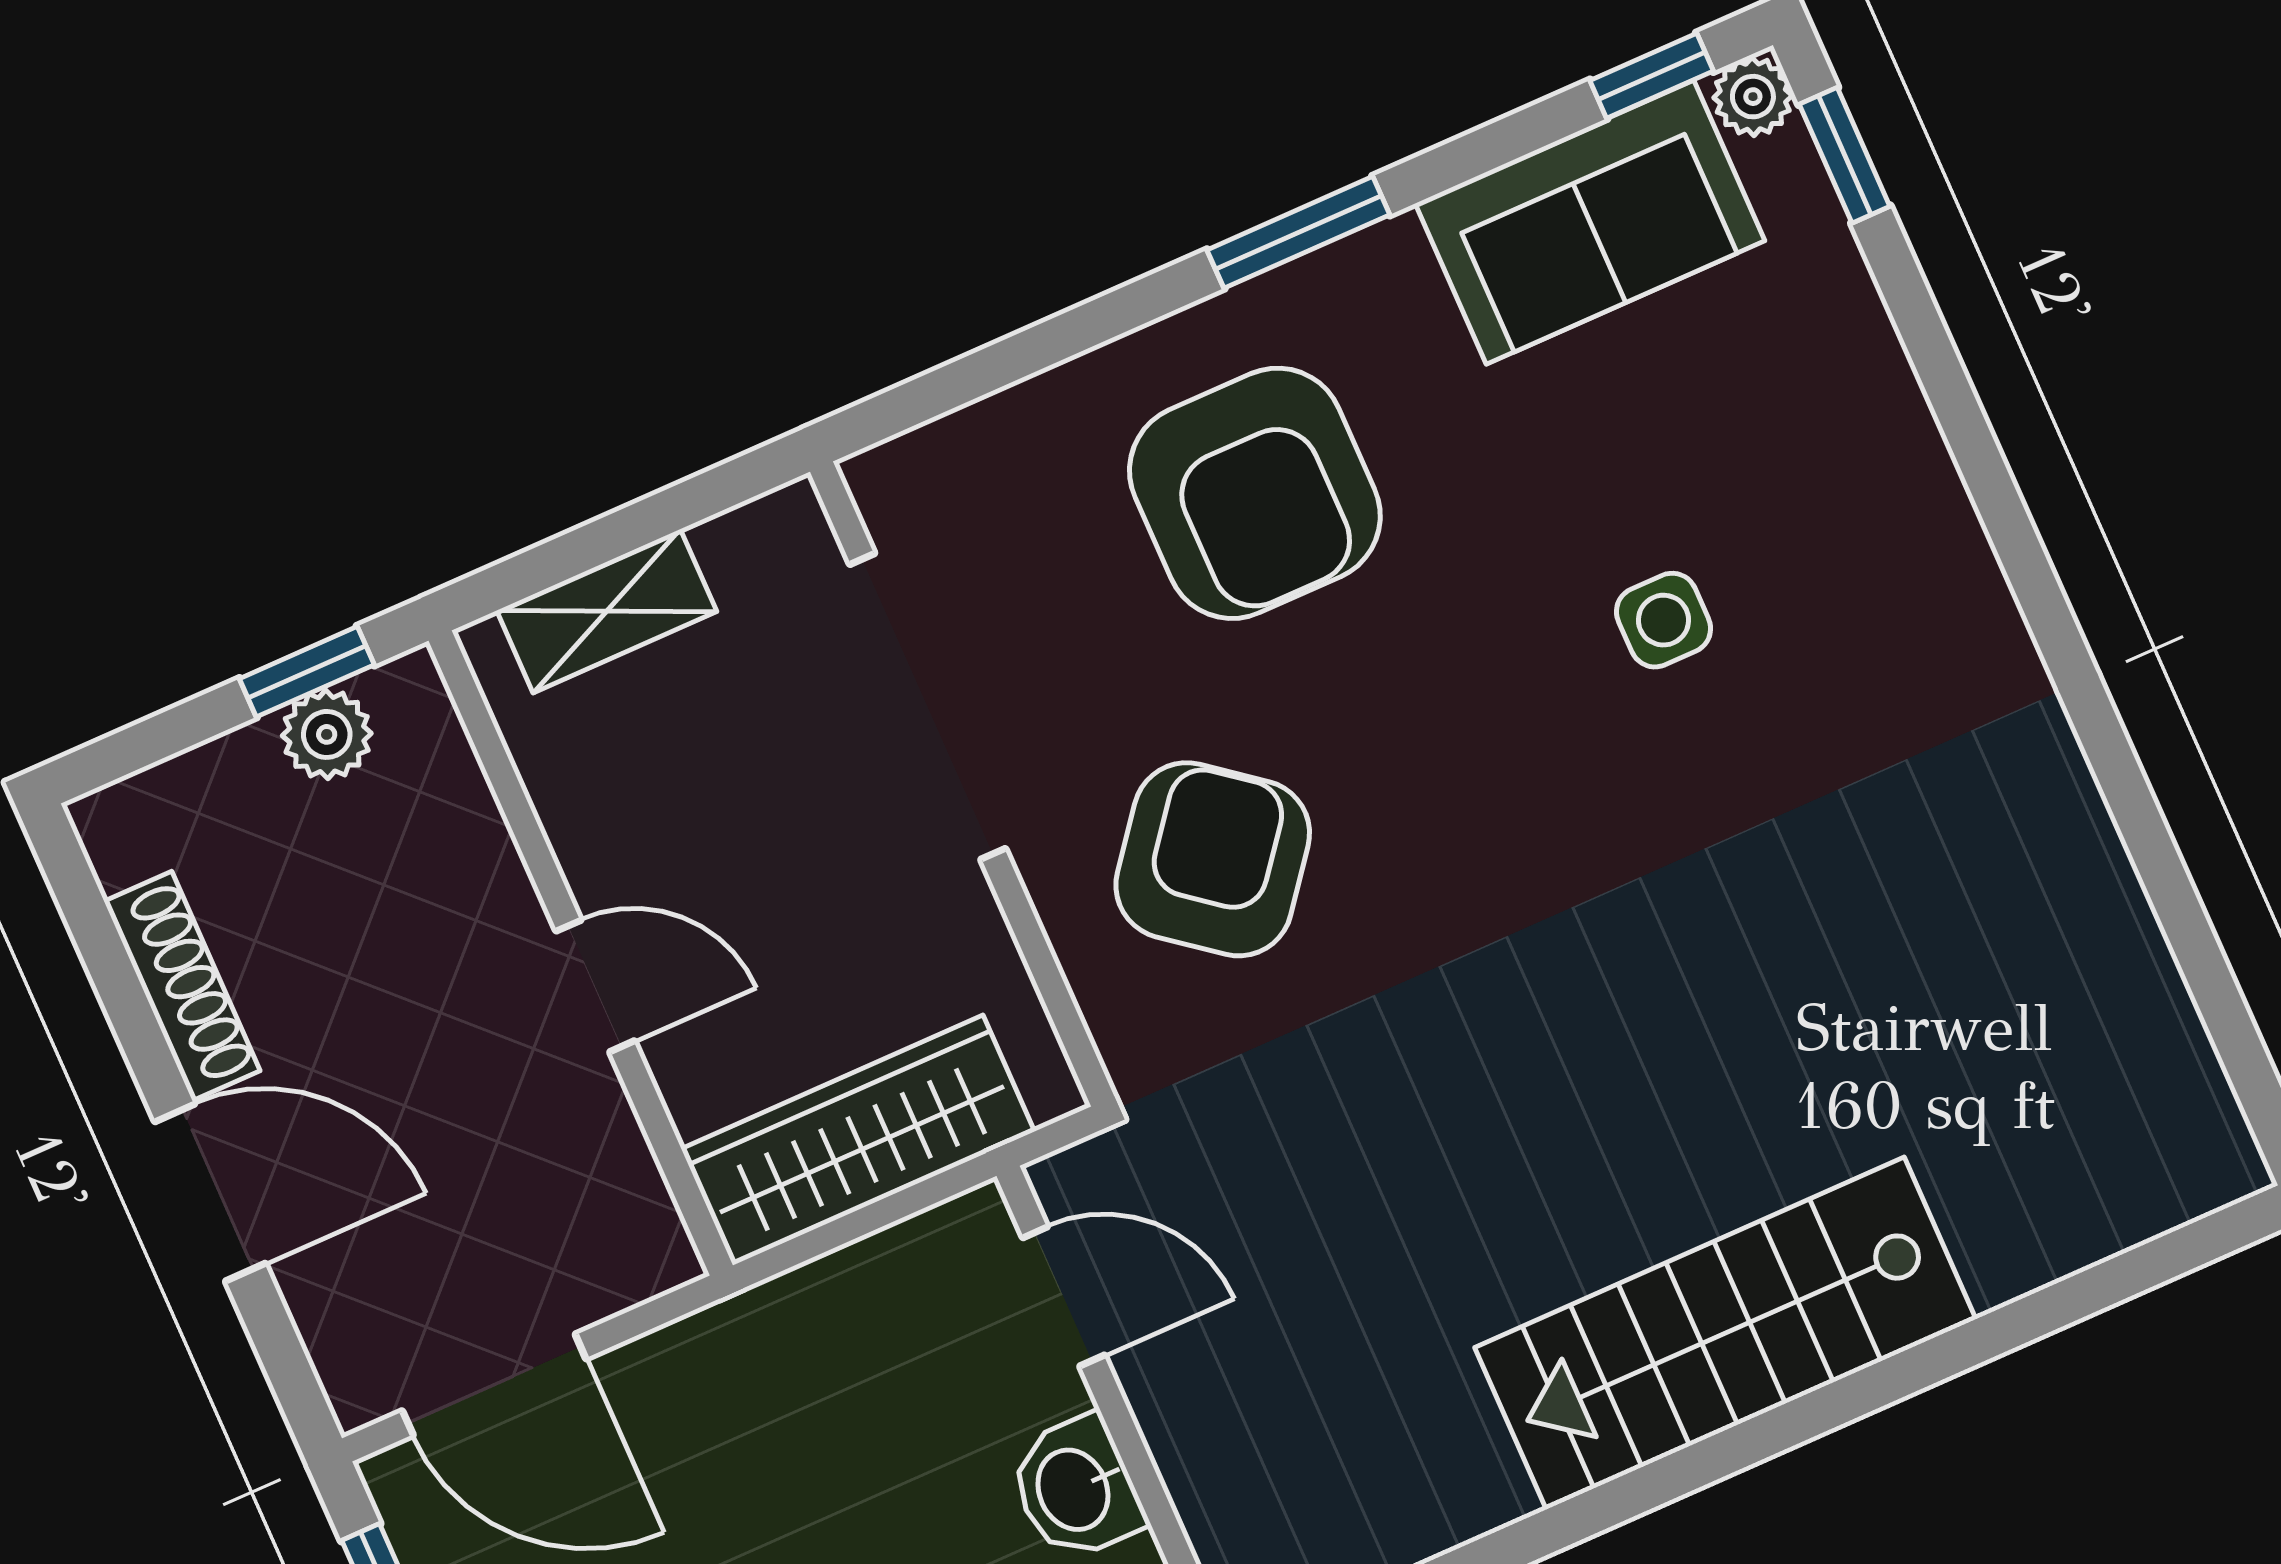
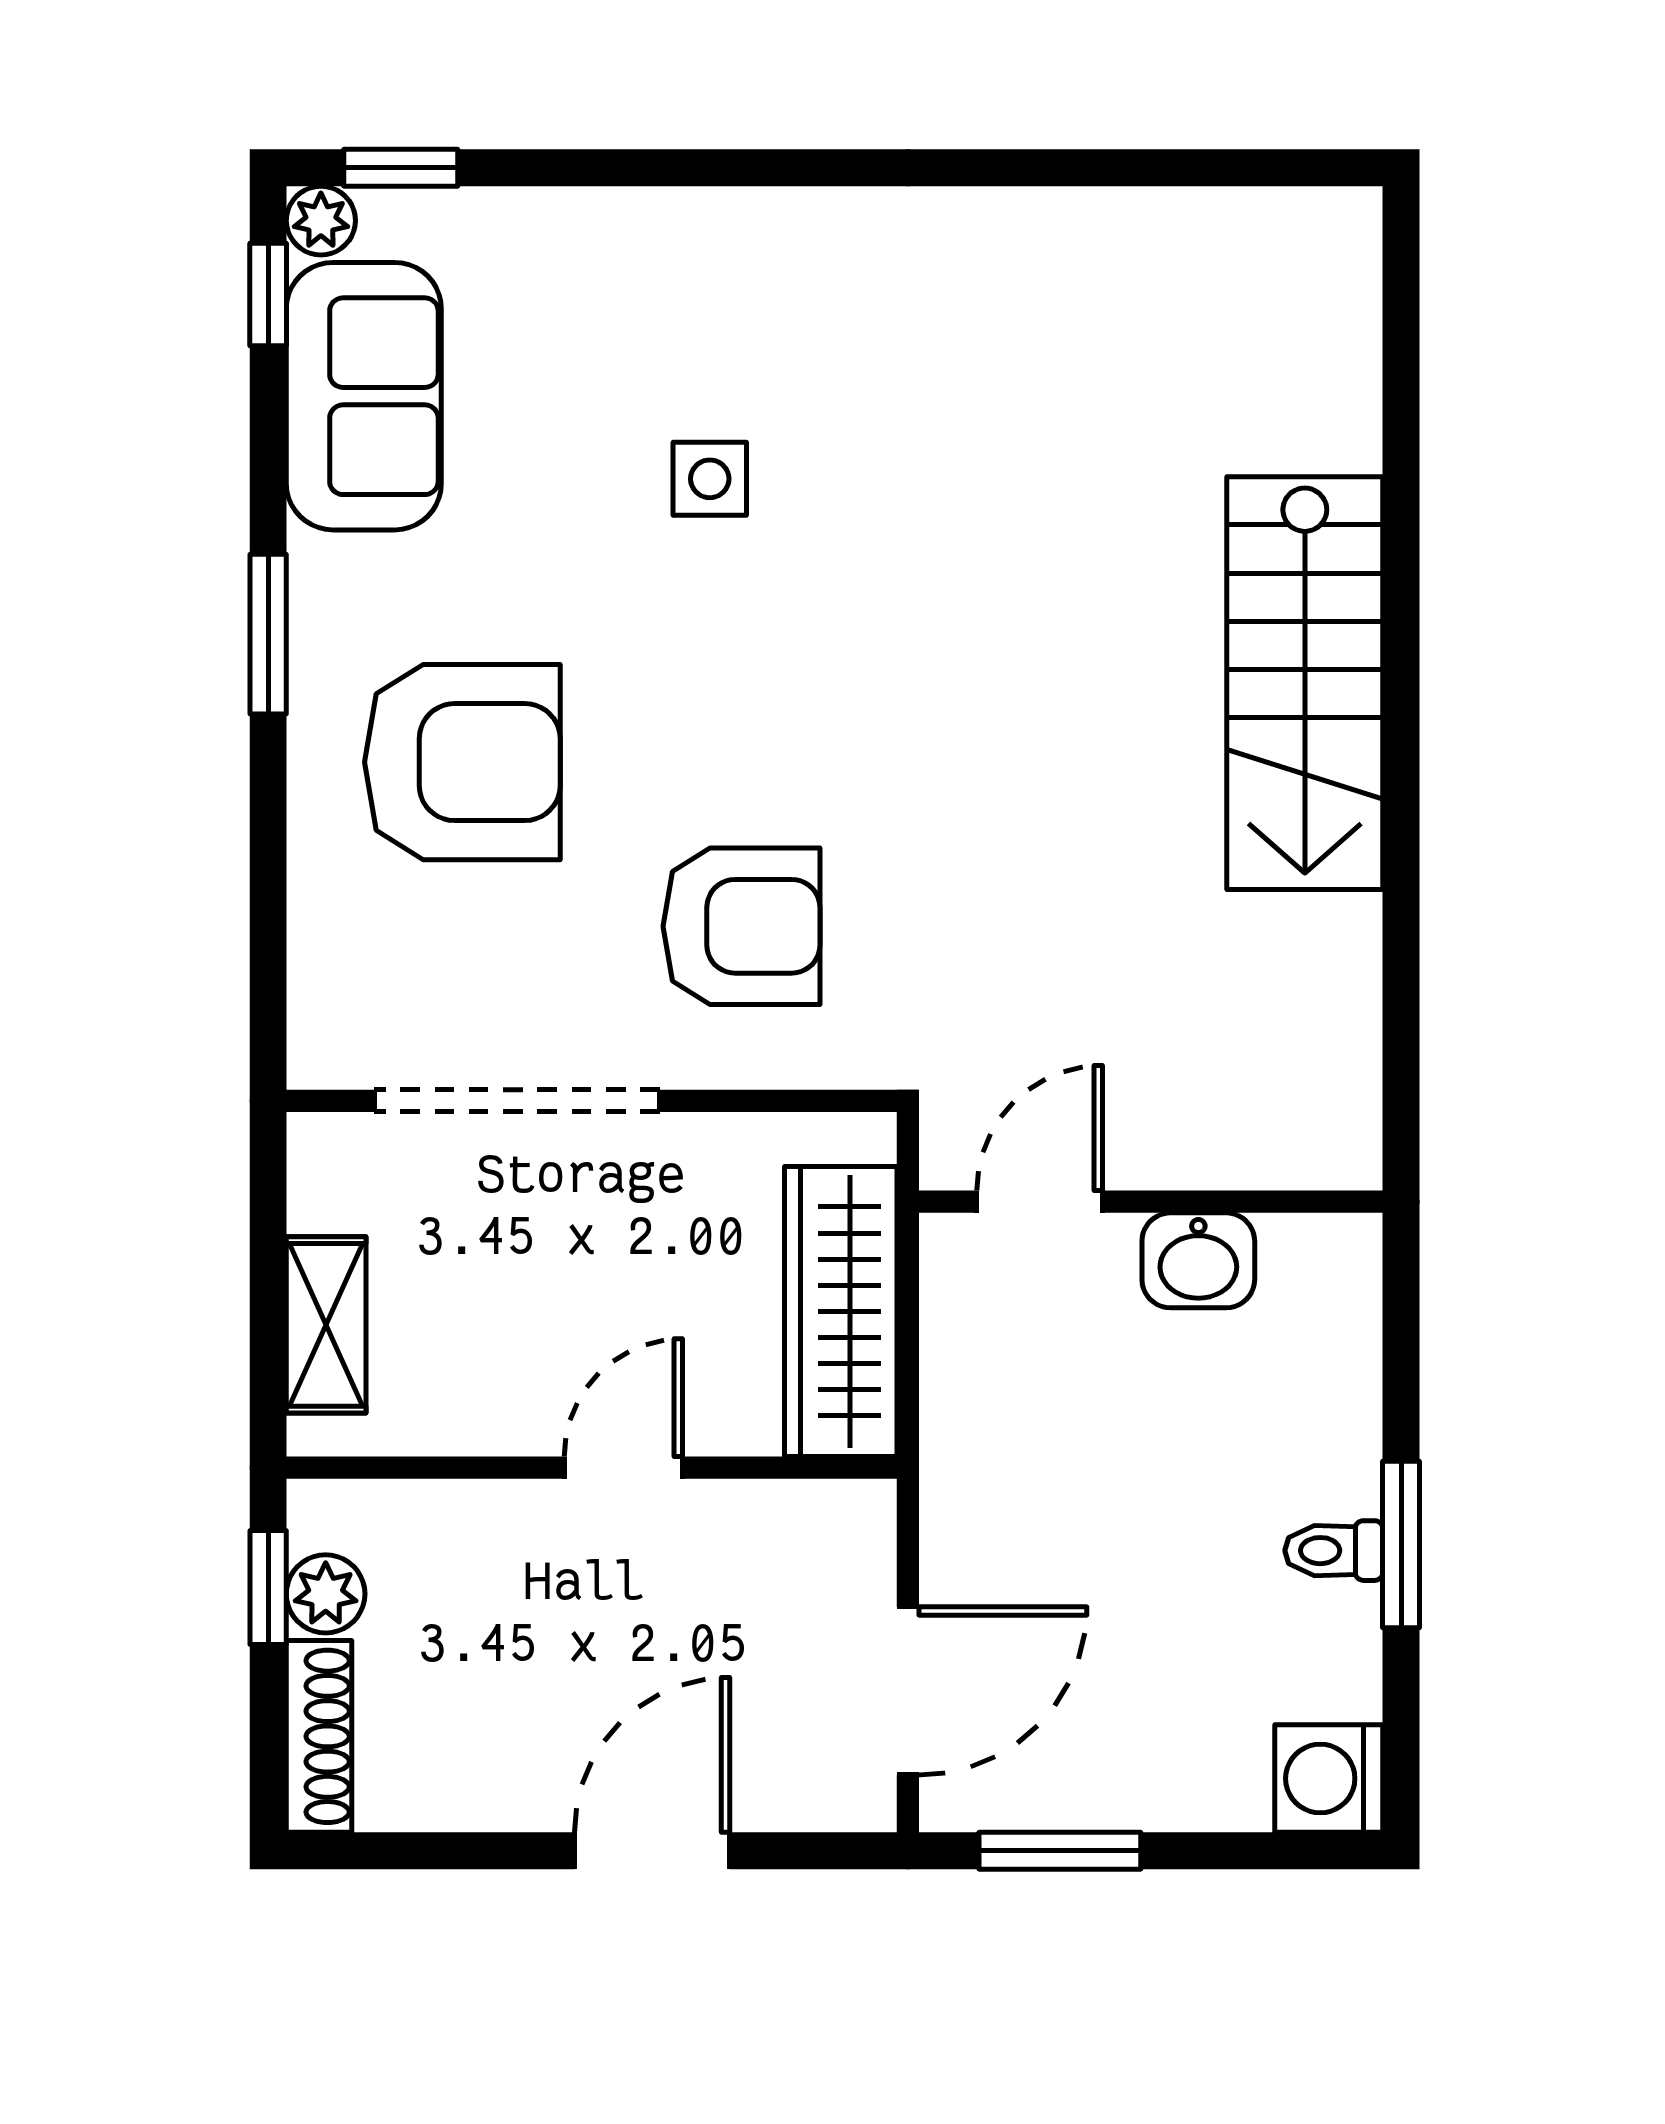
armchair: (1213, 859) -> (741, 926), turned 142
shoe rack: (182, 986) -> (319, 1736), moved, turned 90

